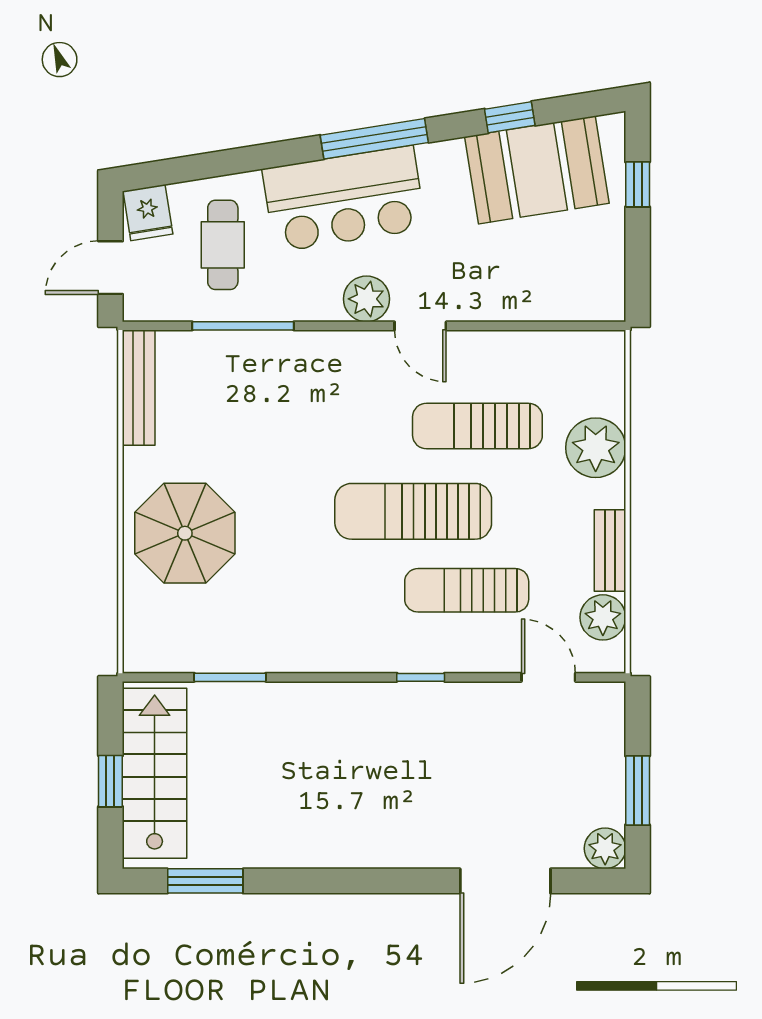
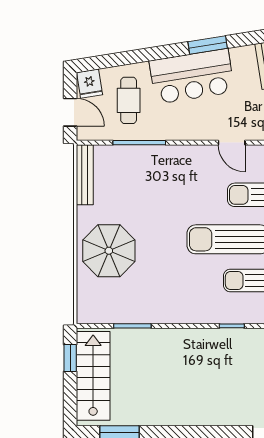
window: (374, 139) -> (208, 45), width x0.69
door: (110, 268) -> (70, 112), swing flipped
plant: (367, 299) -> (204, 129), removed
window: (110, 781) -> (70, 358), moved

